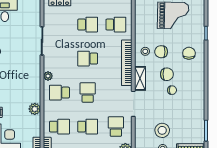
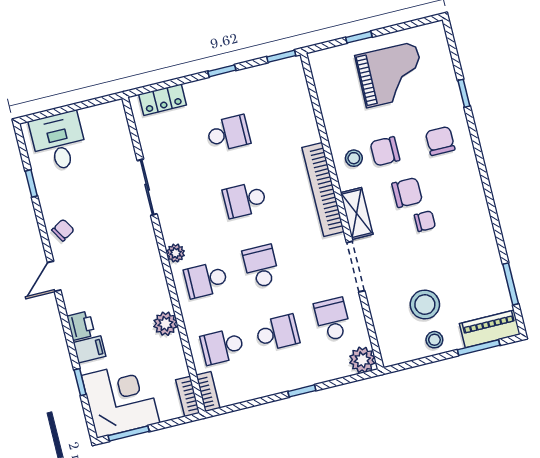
school desk: (116, 25) -> (283, 120), removed
school desk: (59, 127) -> (222, 346), turned 180

